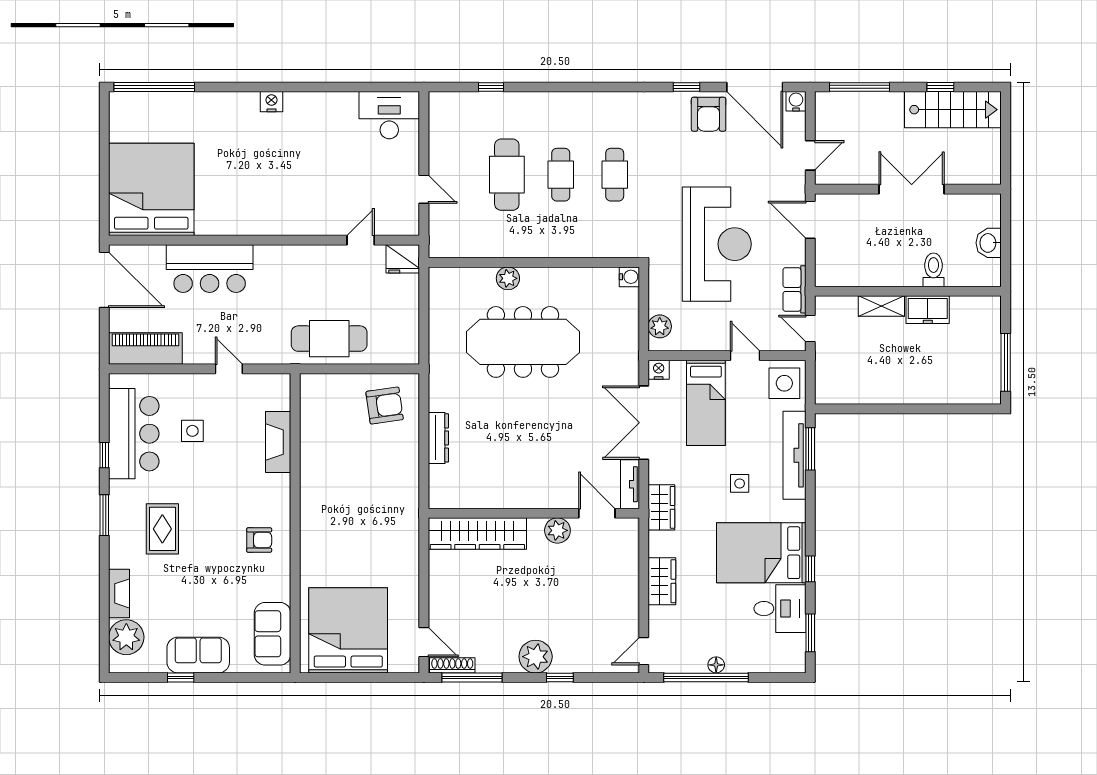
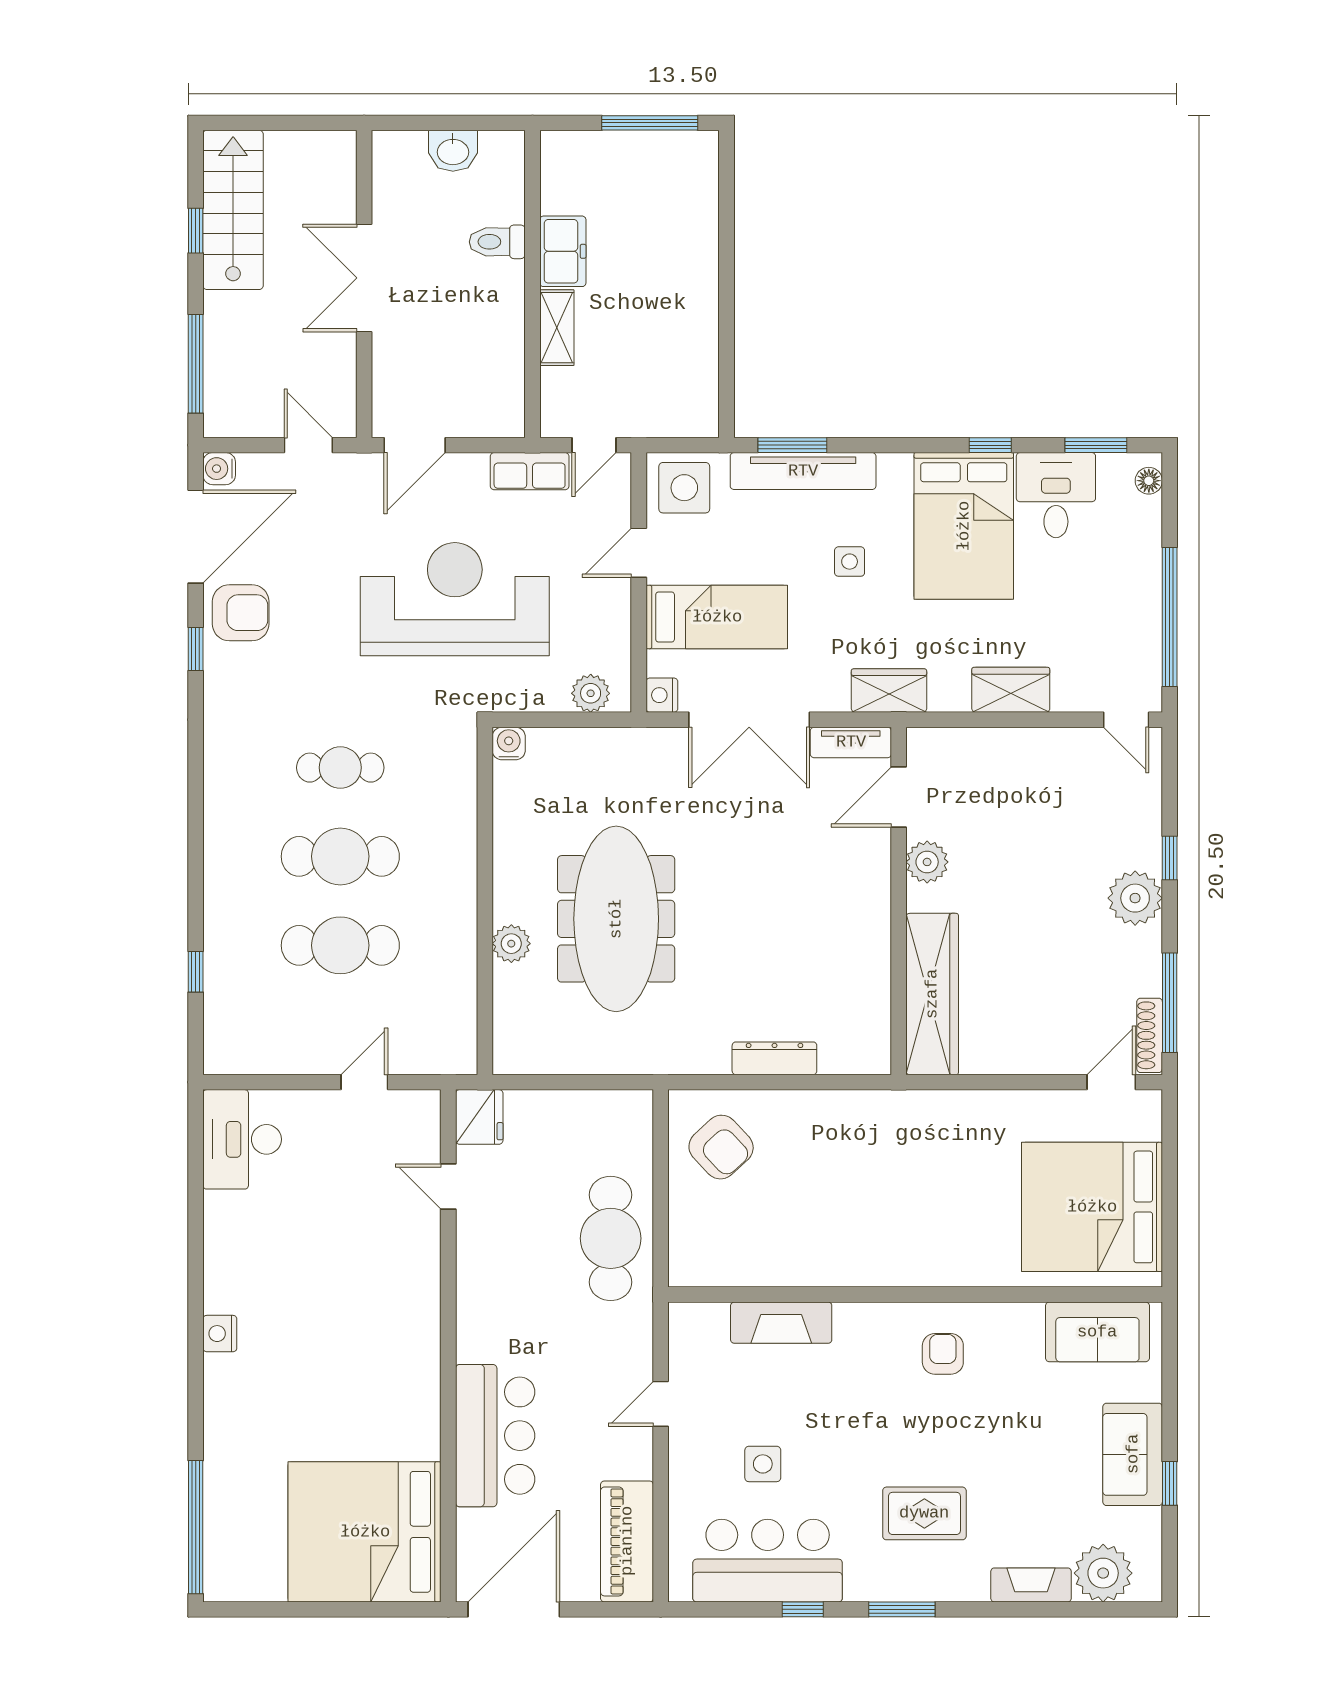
cafe table: (561, 175) -> (340, 856), width x1.37, depth x1.35
armchair: (385, 406) -> (721, 1147), turned 145
floor lamp: (716, 665) -> (1149, 481), moved

